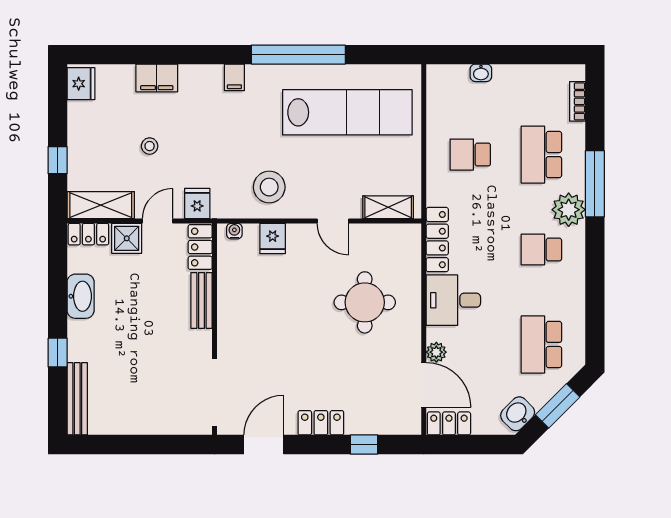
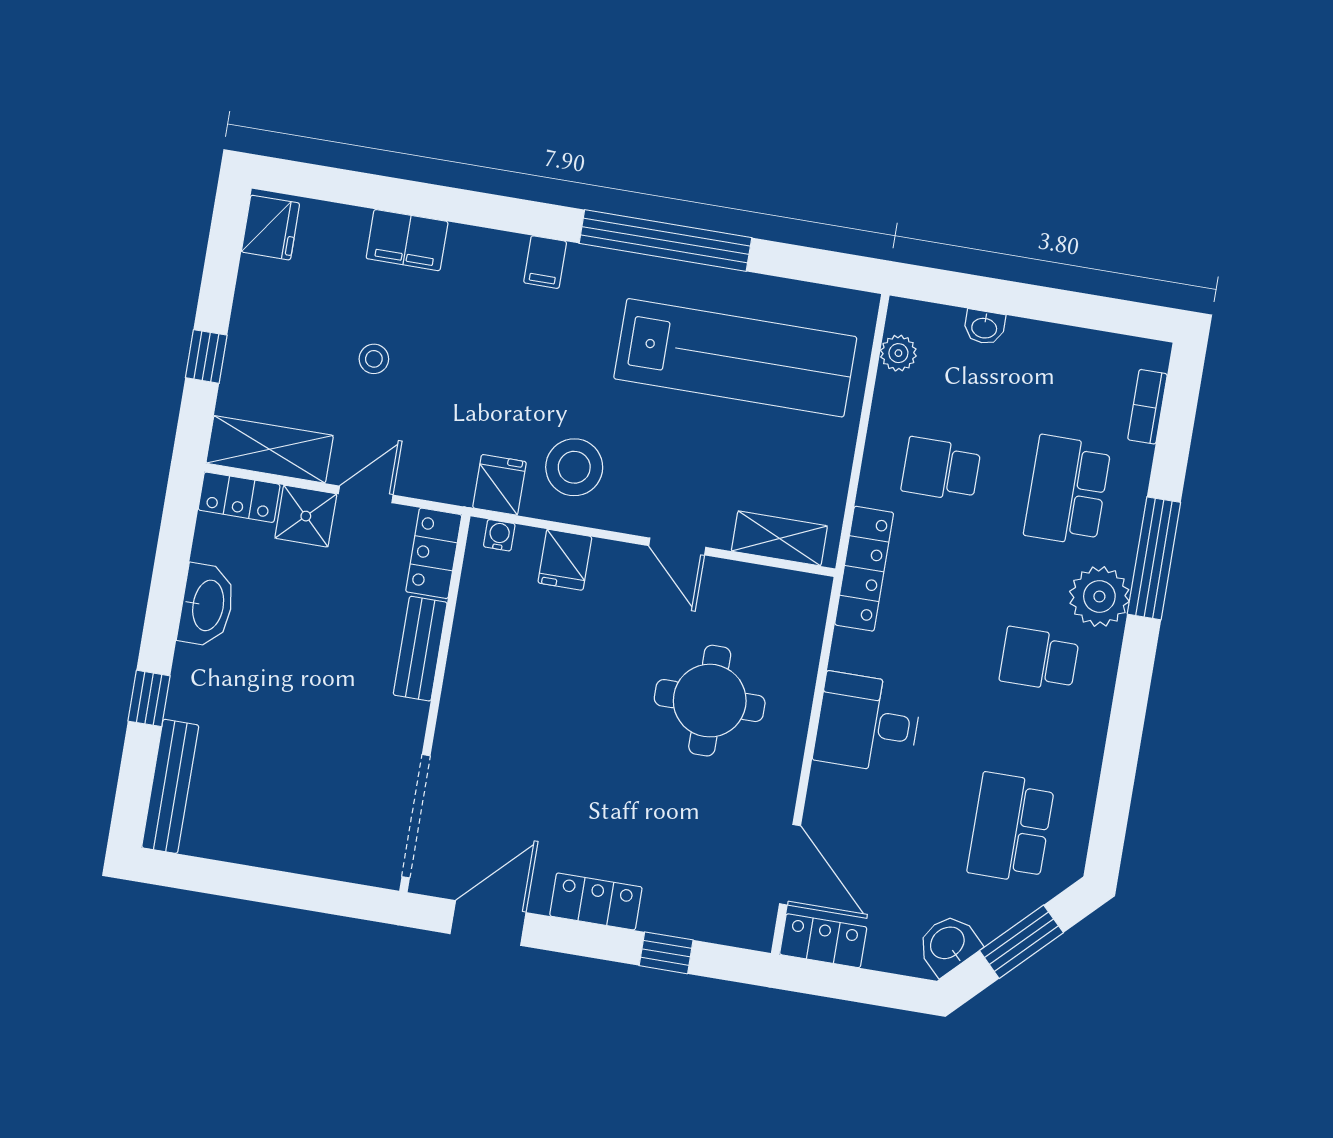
fridge: (197, 203) -> (500, 485), moved
locker: (437, 240) -> (864, 569), moved
plant: (436, 352) -> (898, 353), moved

